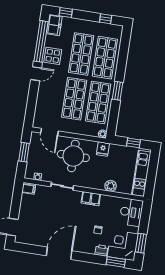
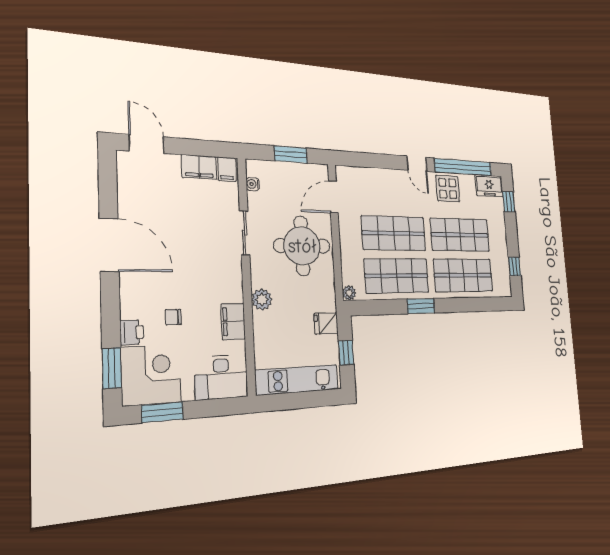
fridge: (103, 149) -> (326, 323), moved
plant: (111, 186) -> (262, 299), moved
filing cabinet: (91, 199) -> (233, 321), moved
filing cabinet: (26, 203) -> (199, 167), added

